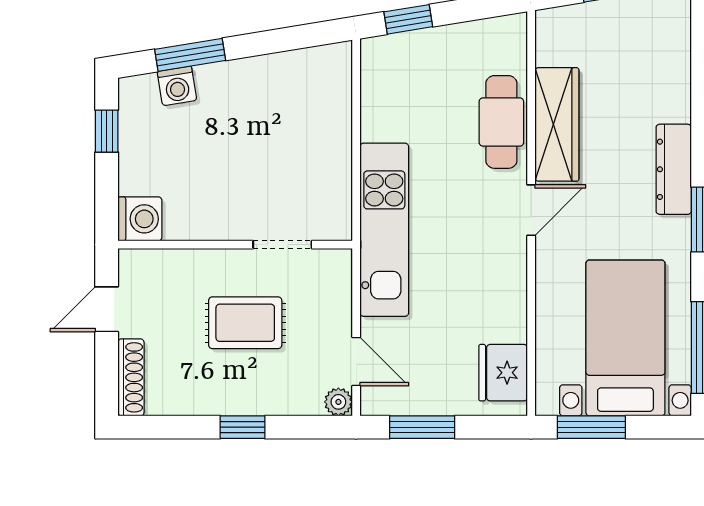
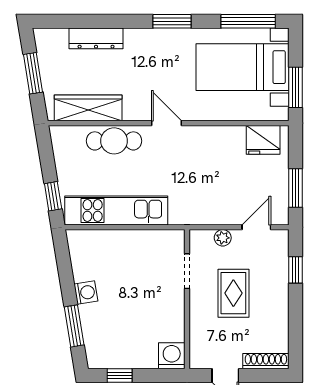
washing machine: (177, 86) -> (86, 292), moved
wardrobe: (557, 124) -> (88, 108), moved
dresser: (674, 169) -> (96, 38), moved
kitchen unit: (384, 230) -> (116, 211), moved
plant: (338, 402) -> (223, 238), moved
window: (242, 427) -> (295, 270), moved

